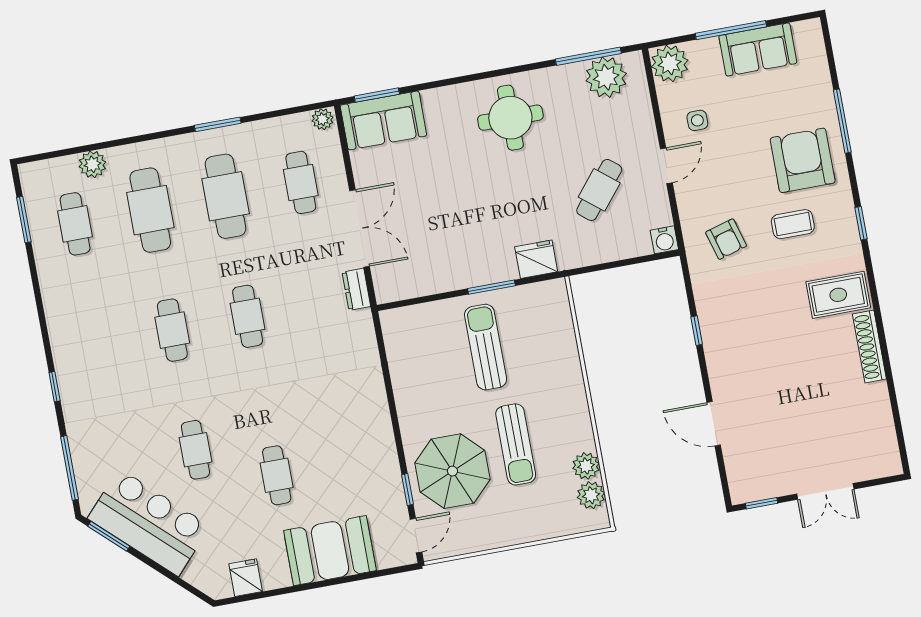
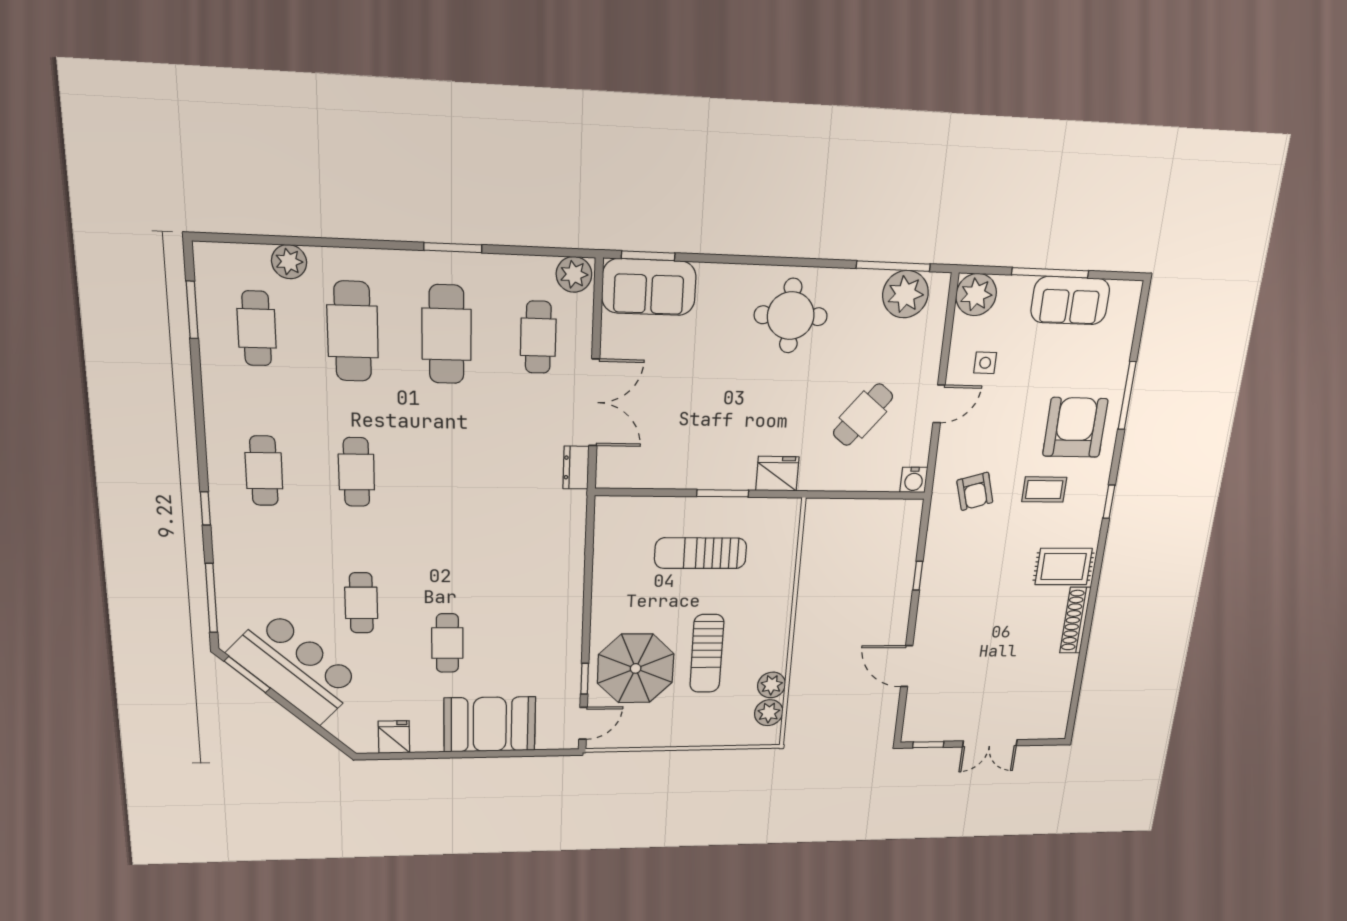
plant: (322, 119) -> (574, 274), width x1.38, depth x1.38
cafe table: (248, 316) -> (264, 471), moved
sun lounger: (486, 347) -> (701, 553), turned -90

